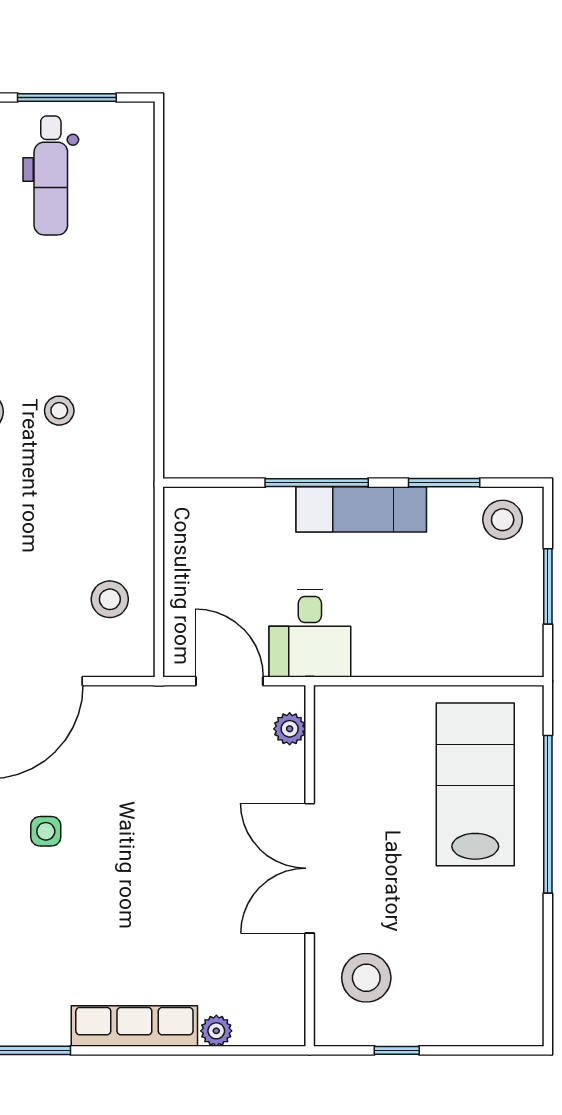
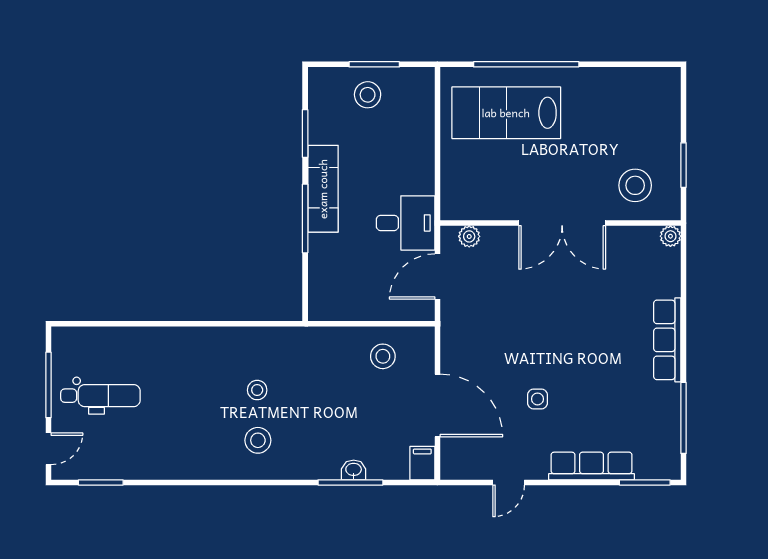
stool: (503, 520) -> (368, 95), moved
plant: (216, 1031) -> (670, 236), moved
window: (397, 1050) -> (684, 165), width x1.50

